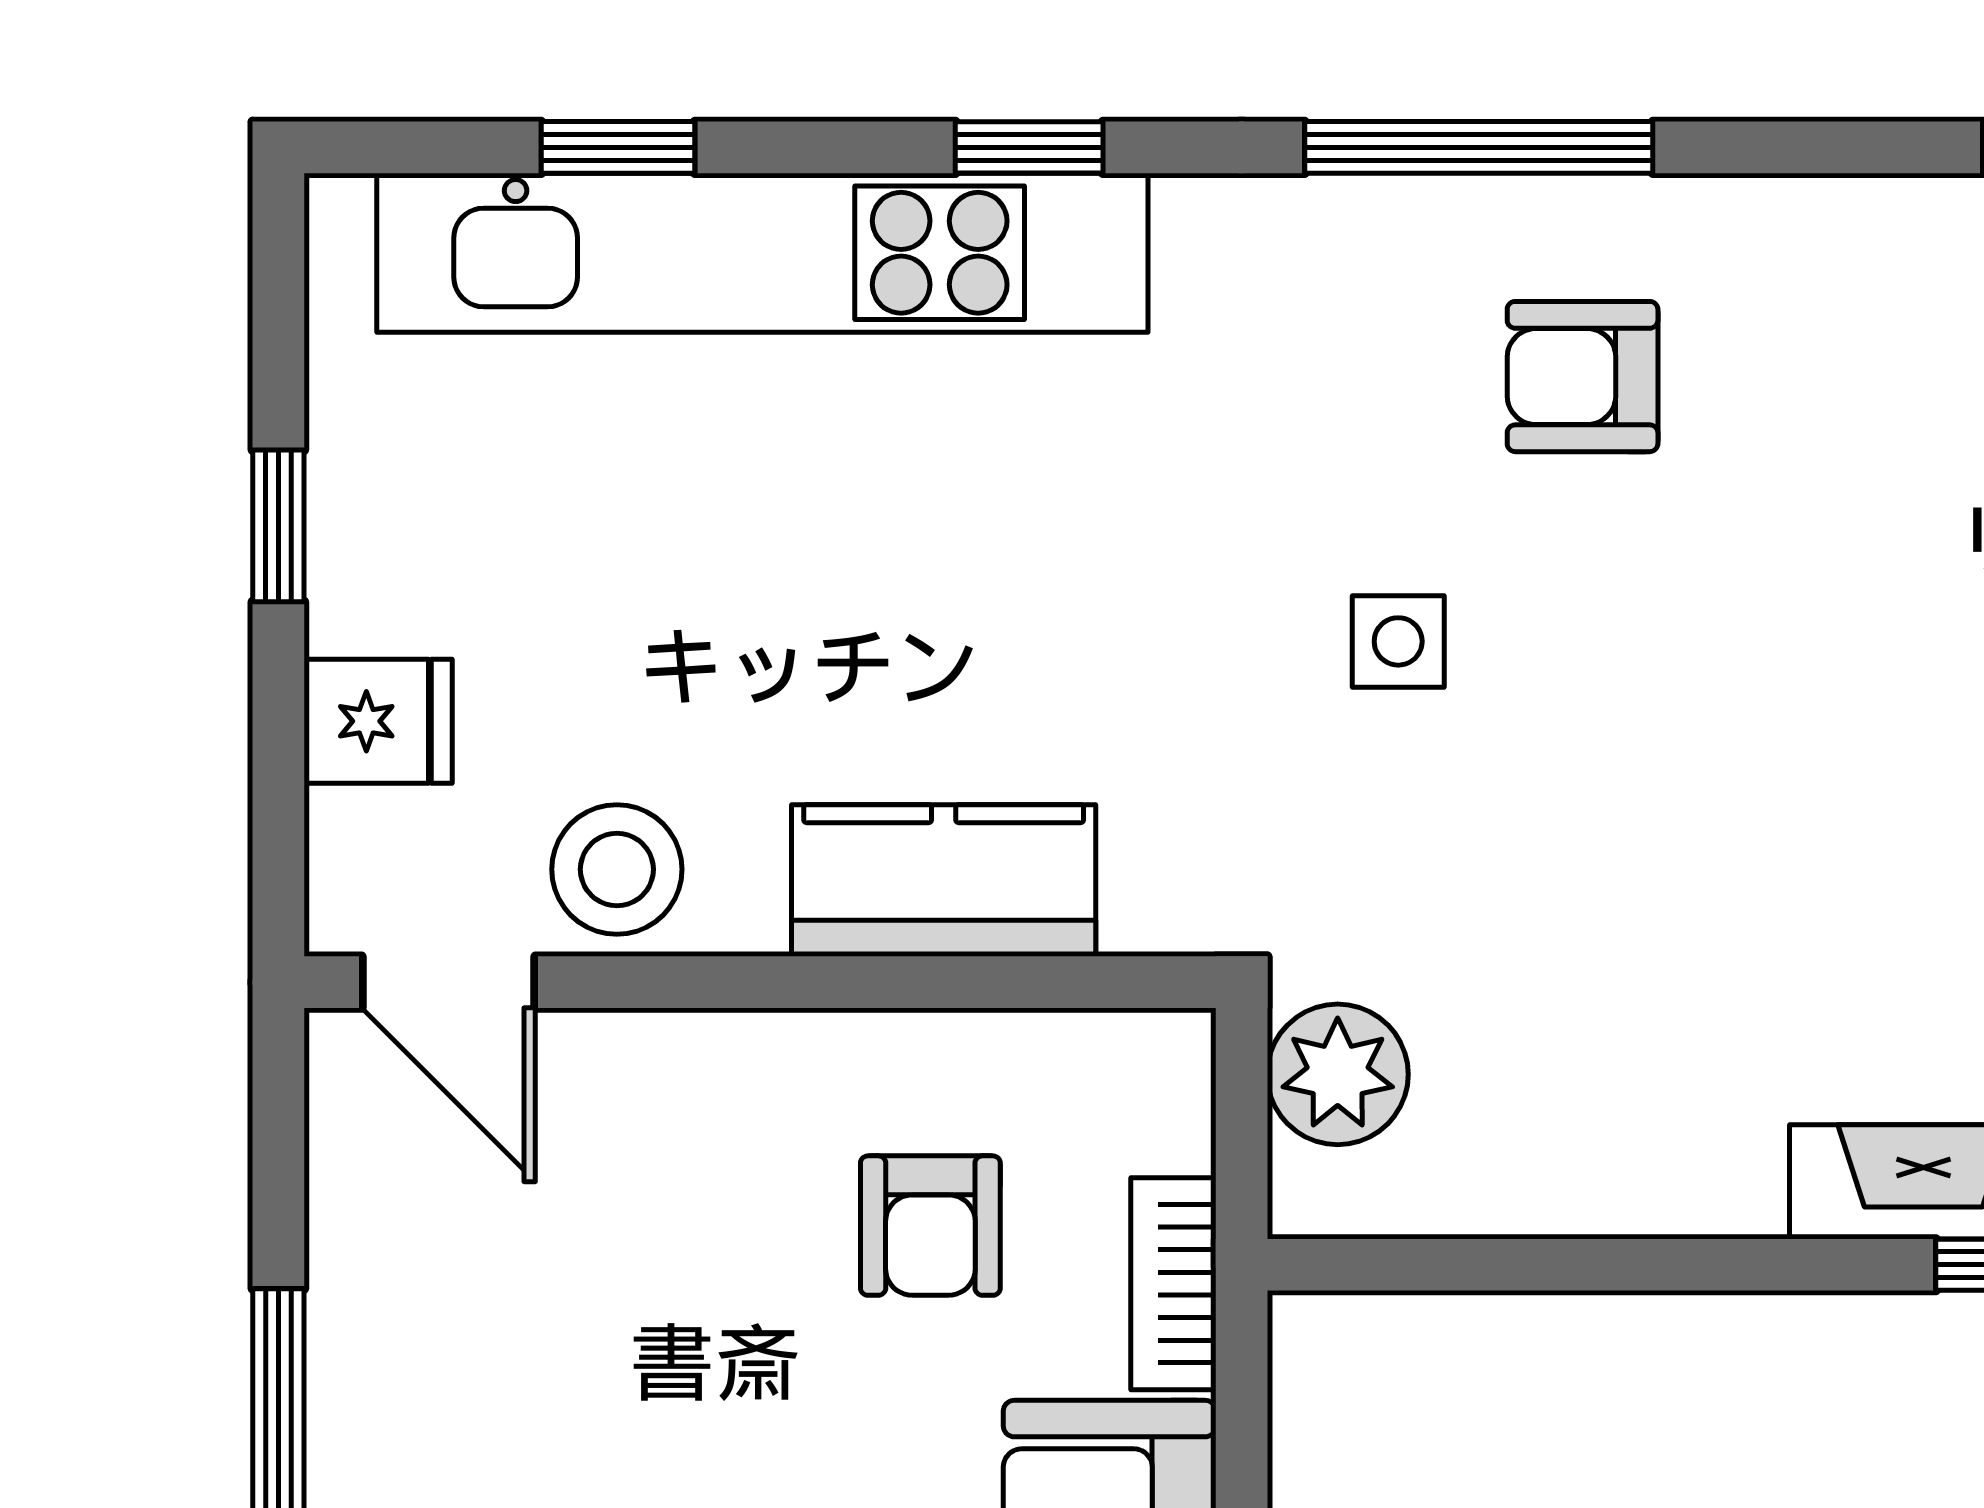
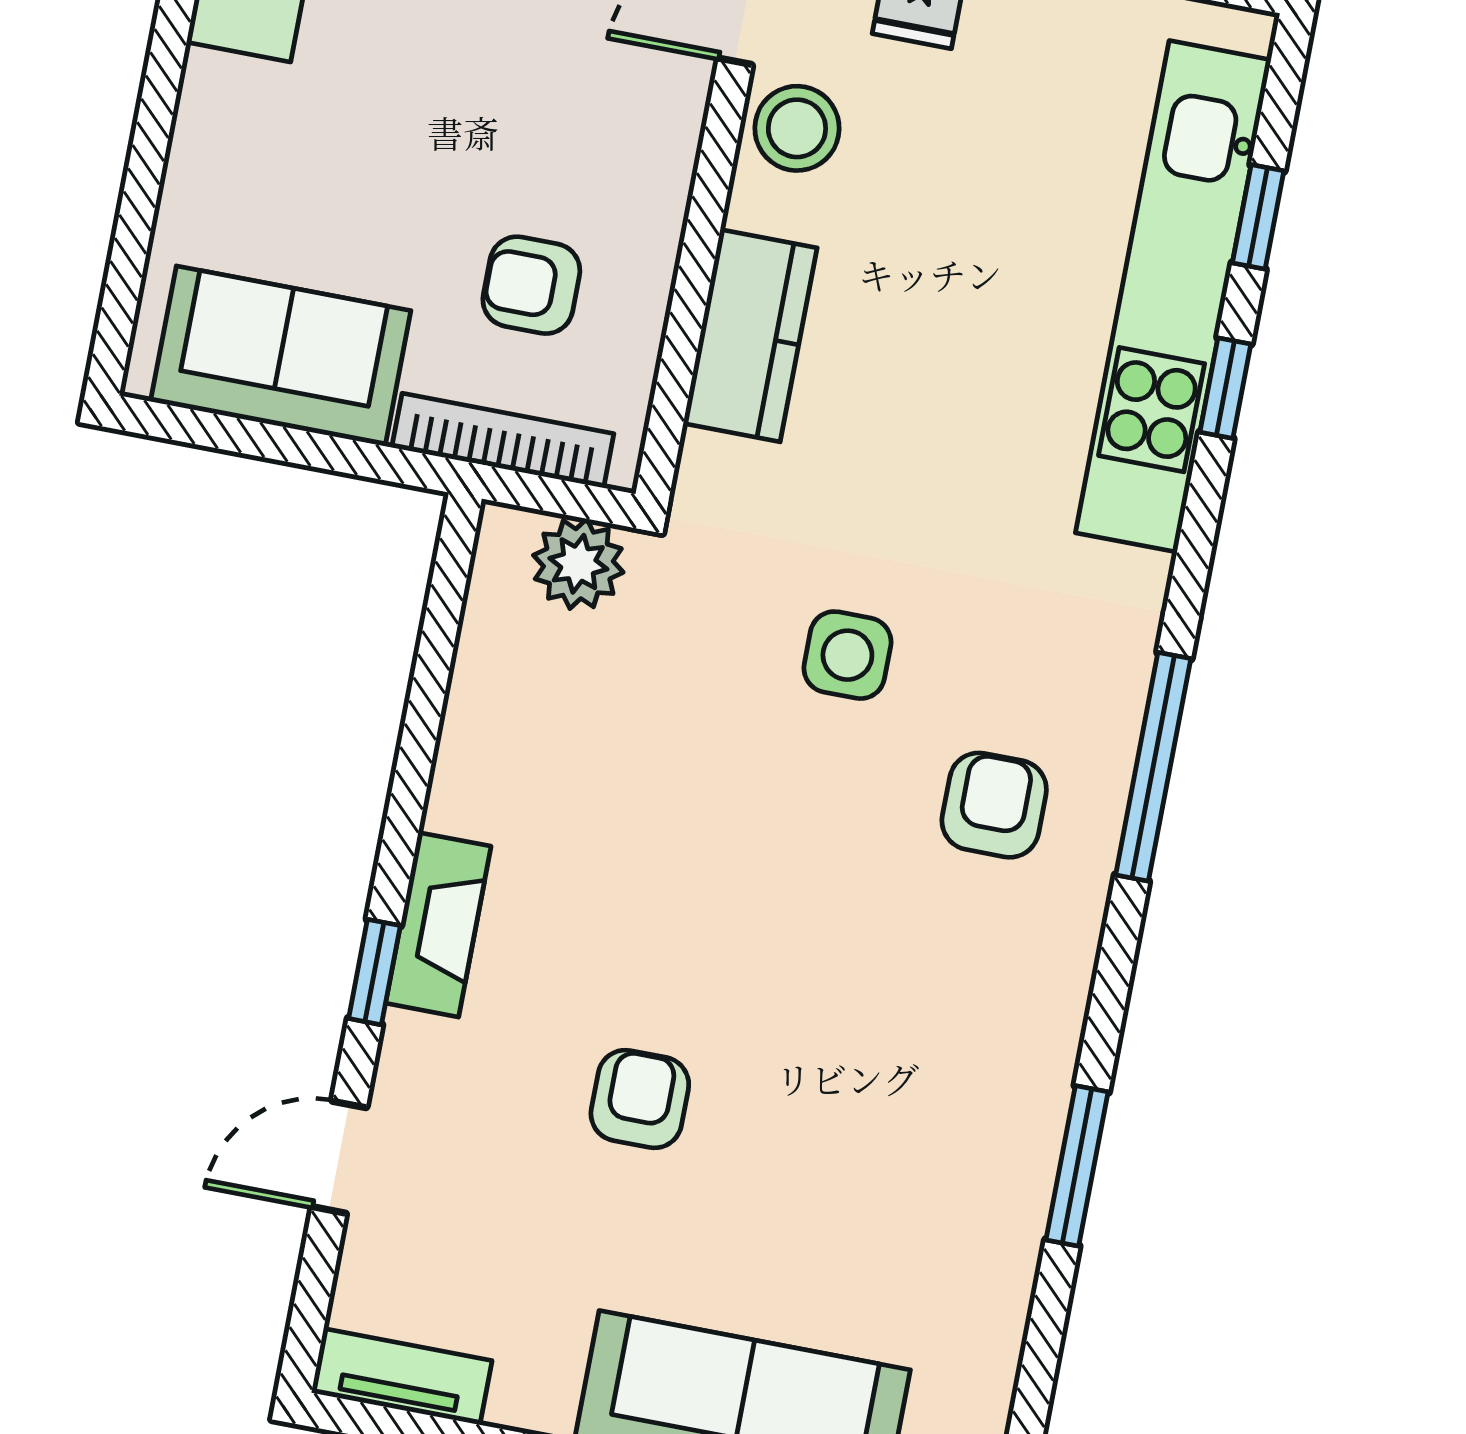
window: (1029, 147) -> (1225, 388), moved
side table: (1398, 641) -> (847, 655), width x1.37, depth x1.37
bookcase: (1173, 1284) -> (503, 441), width x1.56

